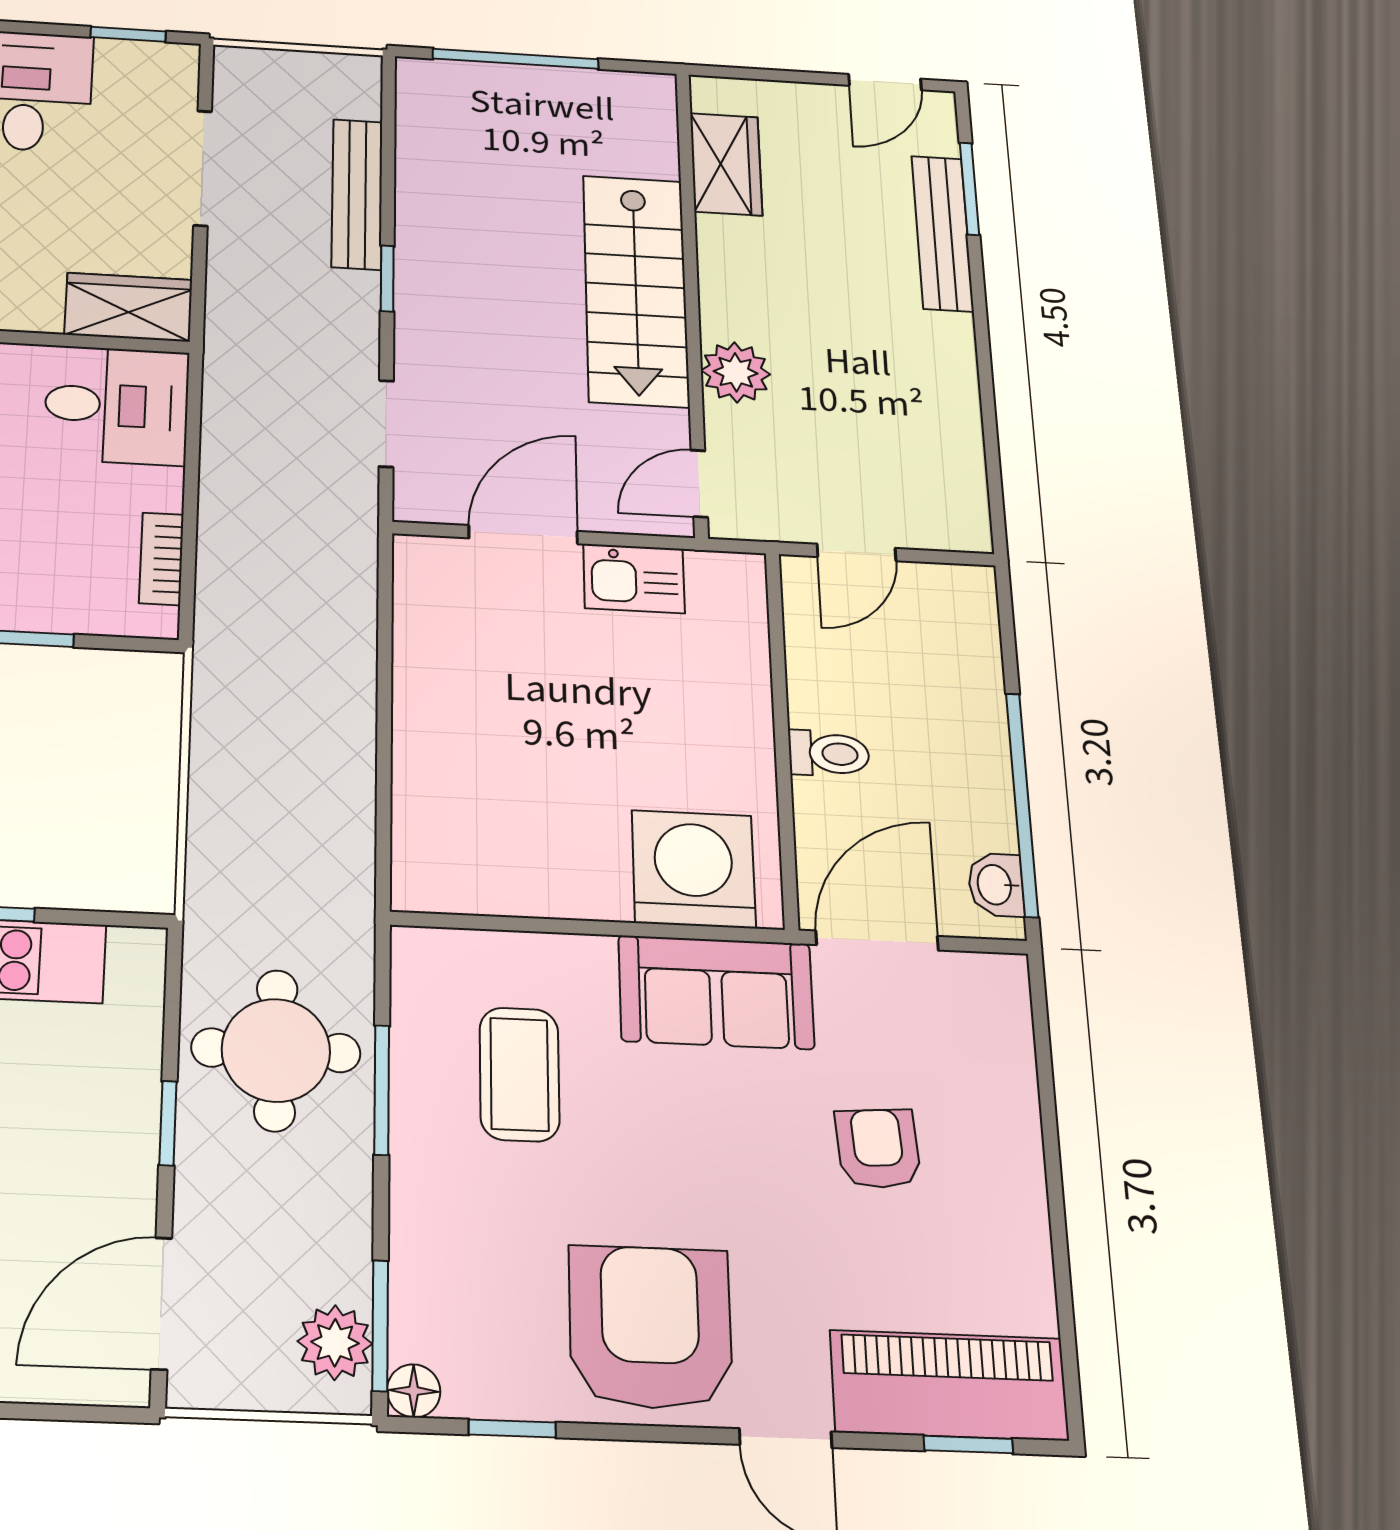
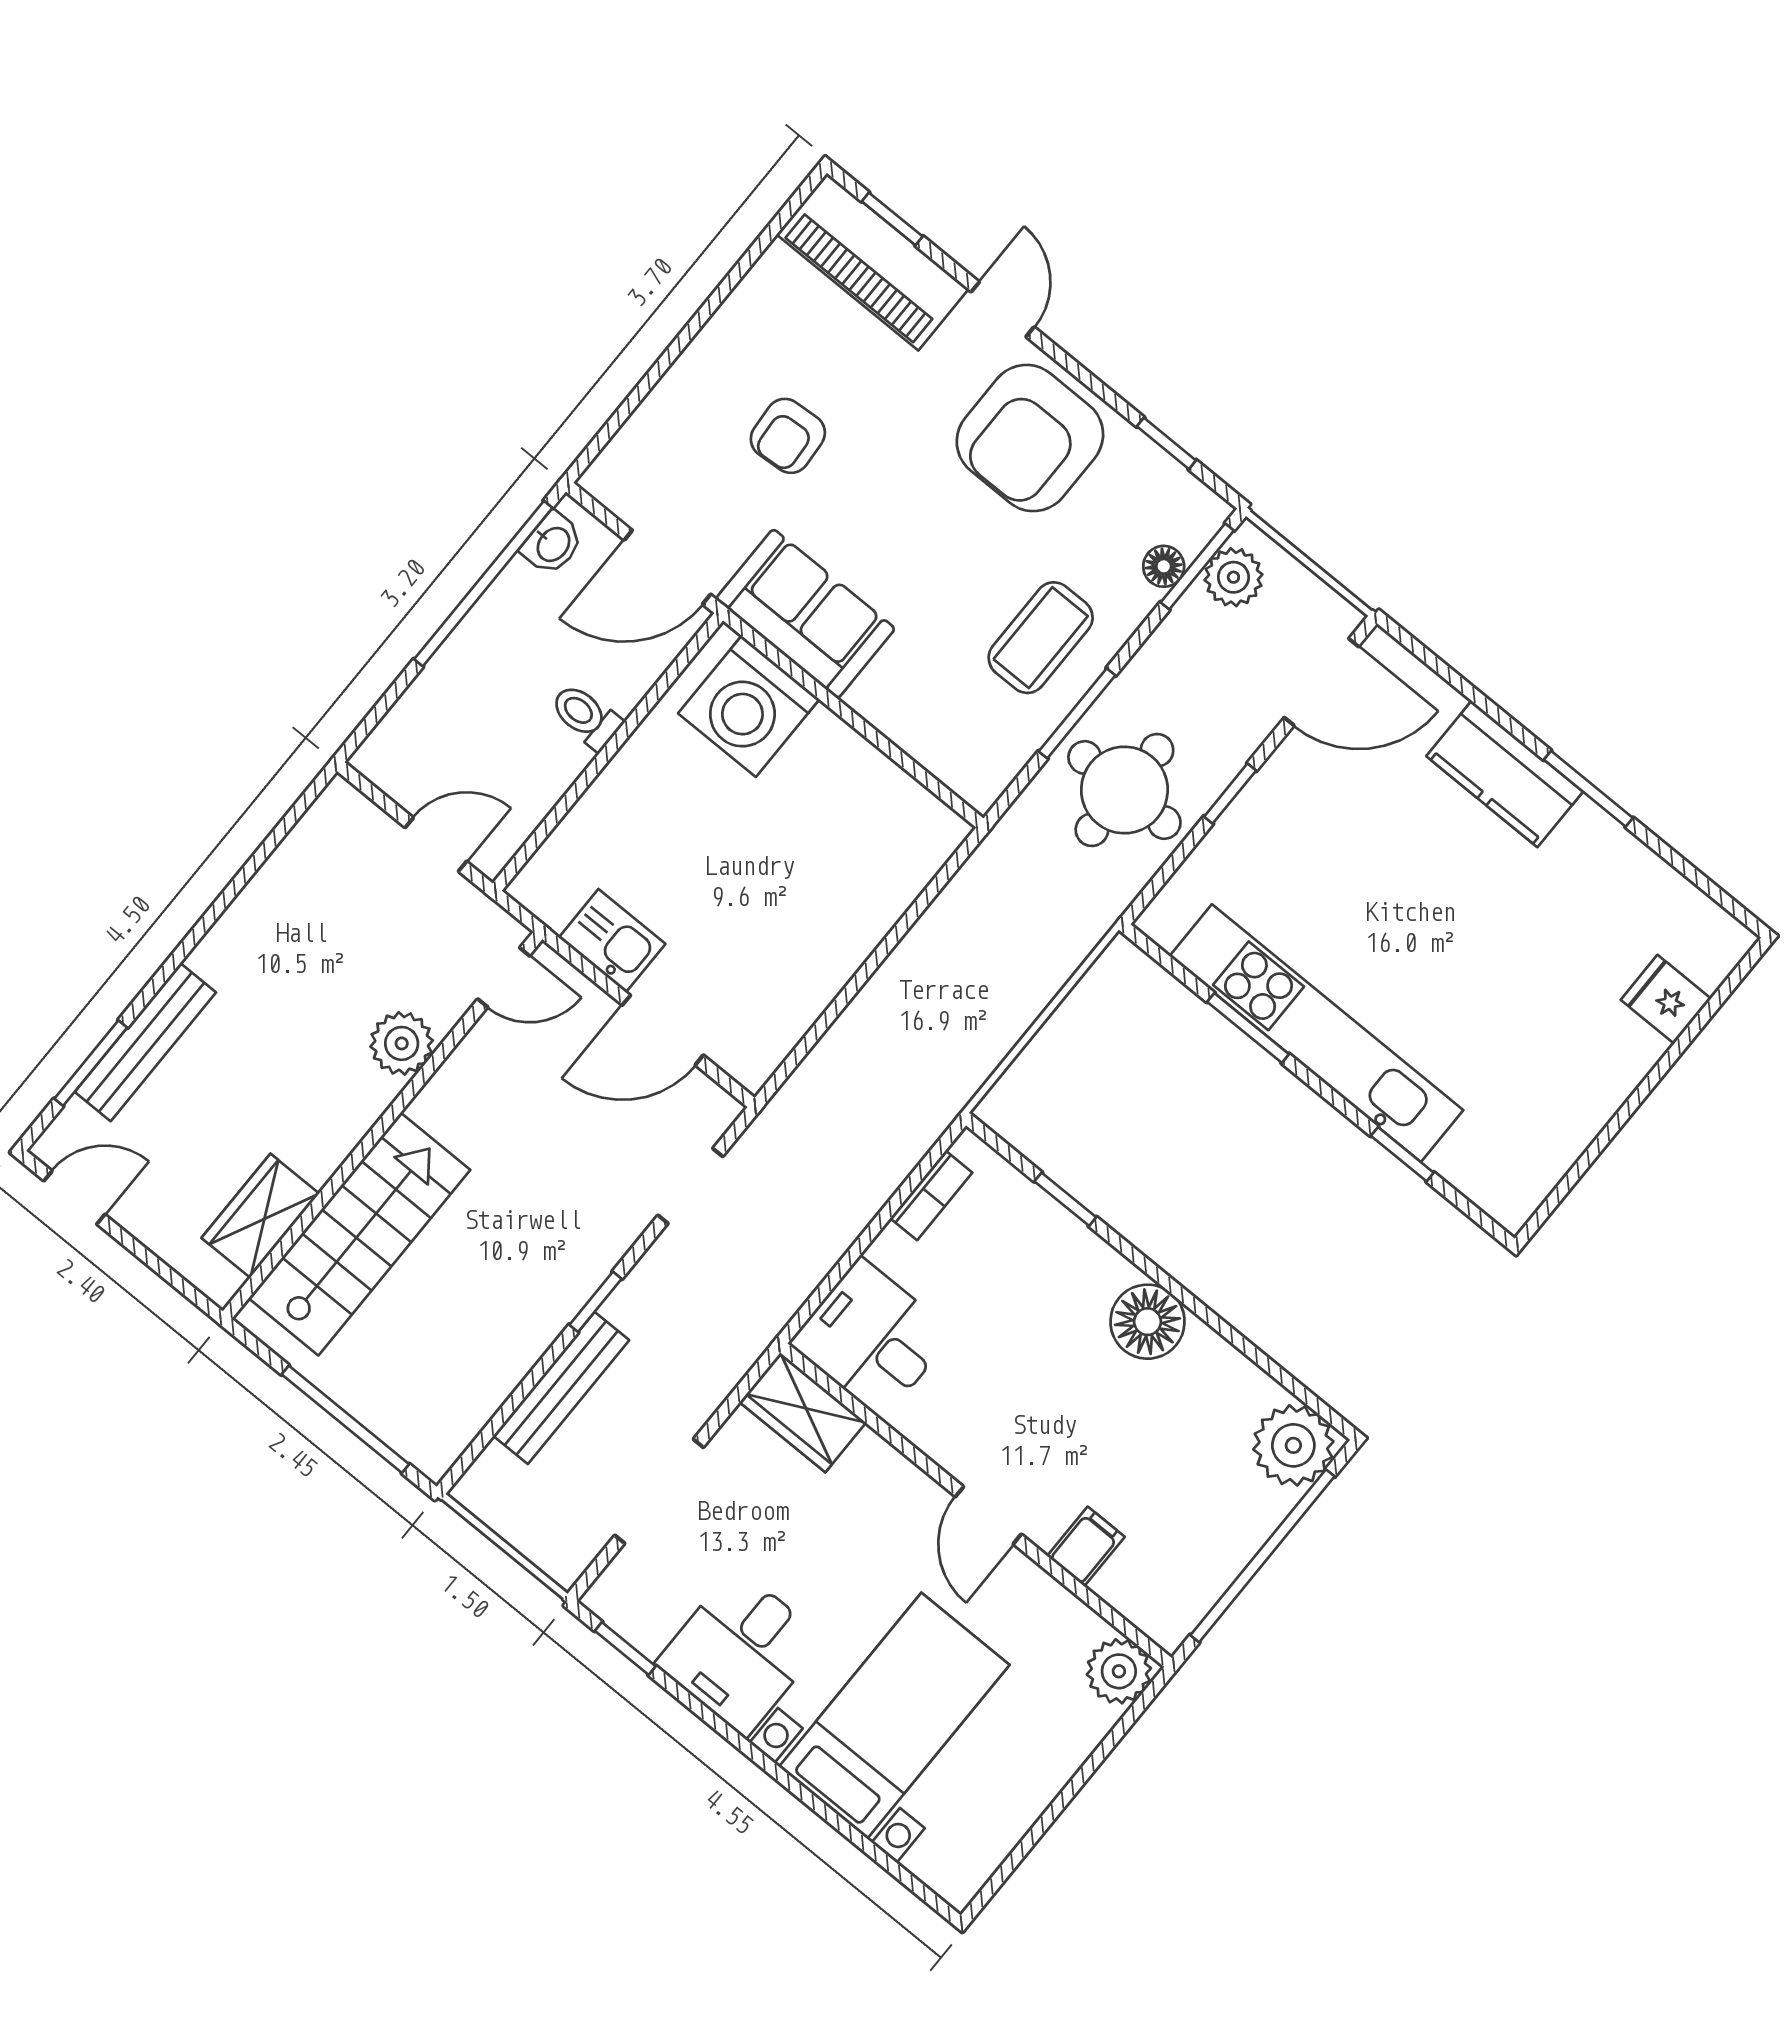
stairs: (636, 290) -> (359, 1234), moved
coffee table: (519, 1074) -> (1041, 638), moved
floor lamp: (414, 1391) -> (1164, 566), moved

